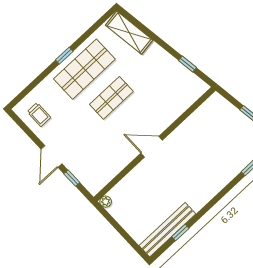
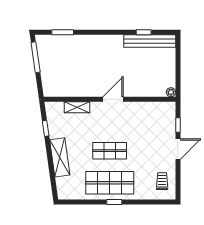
shelving: (129, 33) -> (60, 157), moved
shelving: (177, 109) -> (77, 107), added
door: (152, 147) -> (113, 99), swing flipped

